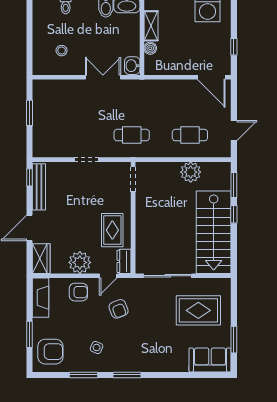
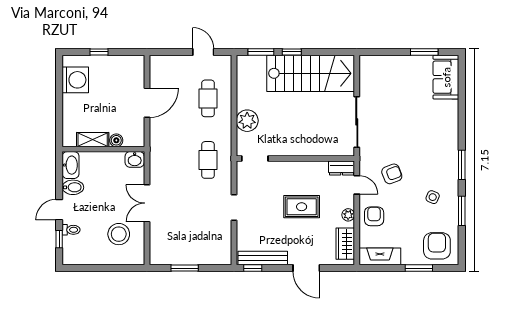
window: (234, 47) -> (99, 52), moved
stool: (62, 51) -> (119, 234), width x1.89, depth x1.89
double door: (103, 77) -> (147, 203), moved
door: (211, 77) -> (147, 103), moved
plant: (191, 172) -> (247, 121), moved
rug: (112, 230) -> (302, 207), moved
wardrobe: (41, 259) -> (345, 244), moved, turned -90
plant: (80, 262) -> (348, 215), width x0.53, depth x0.53
rug: (198, 310) -> (393, 90), removed

